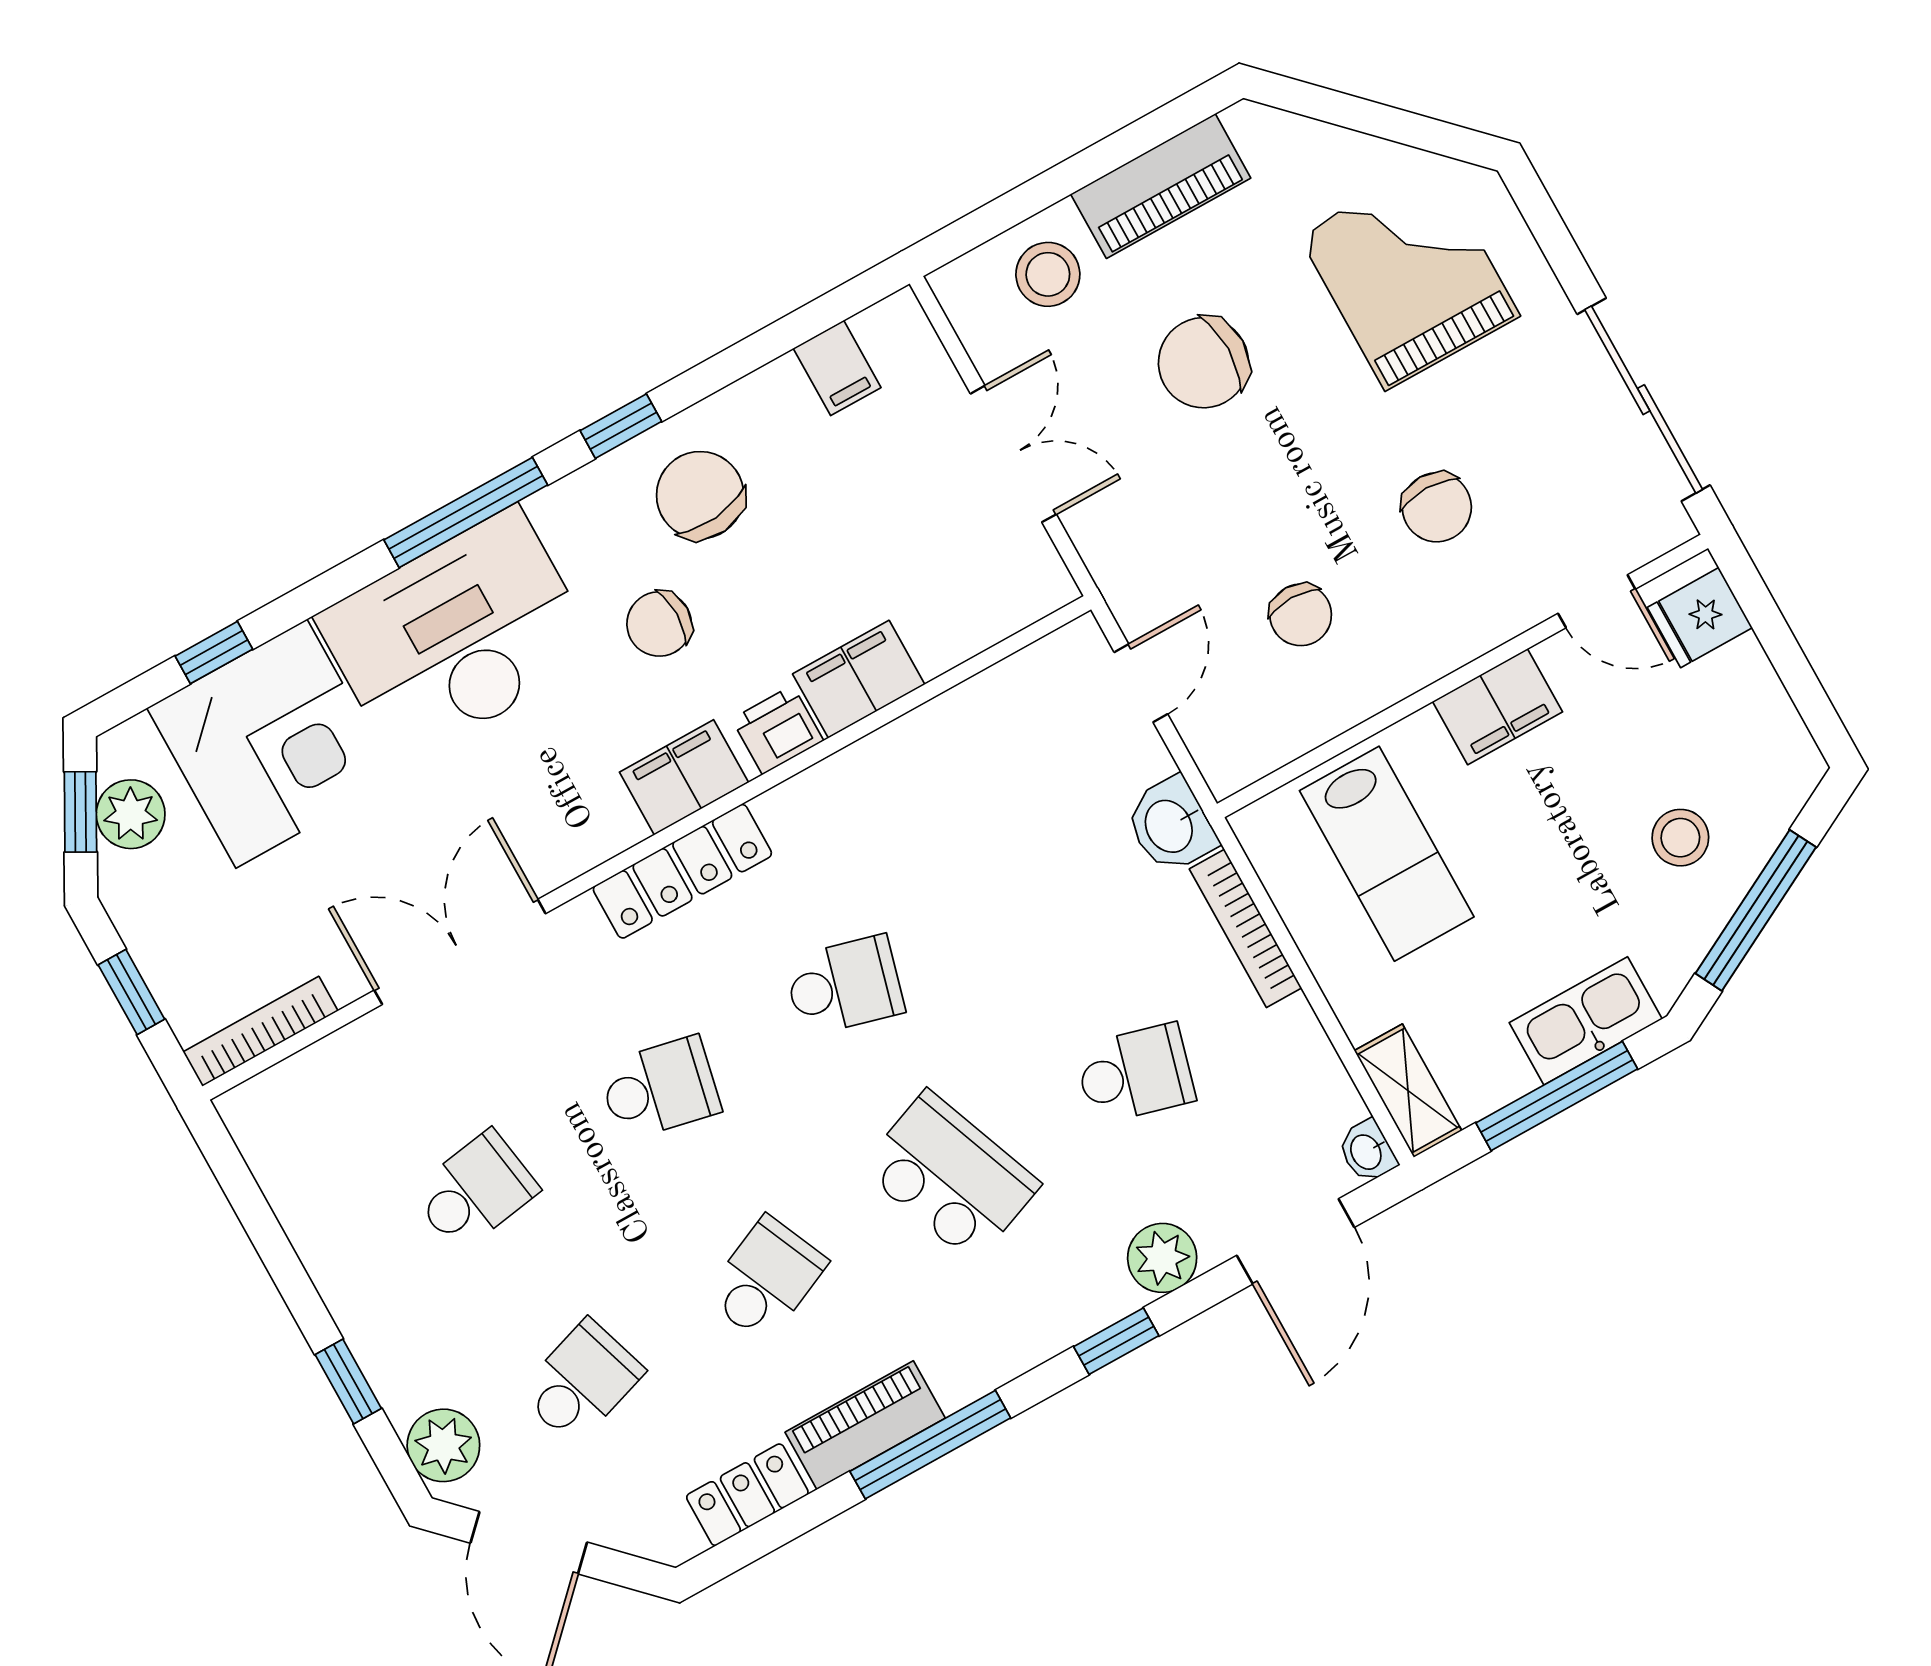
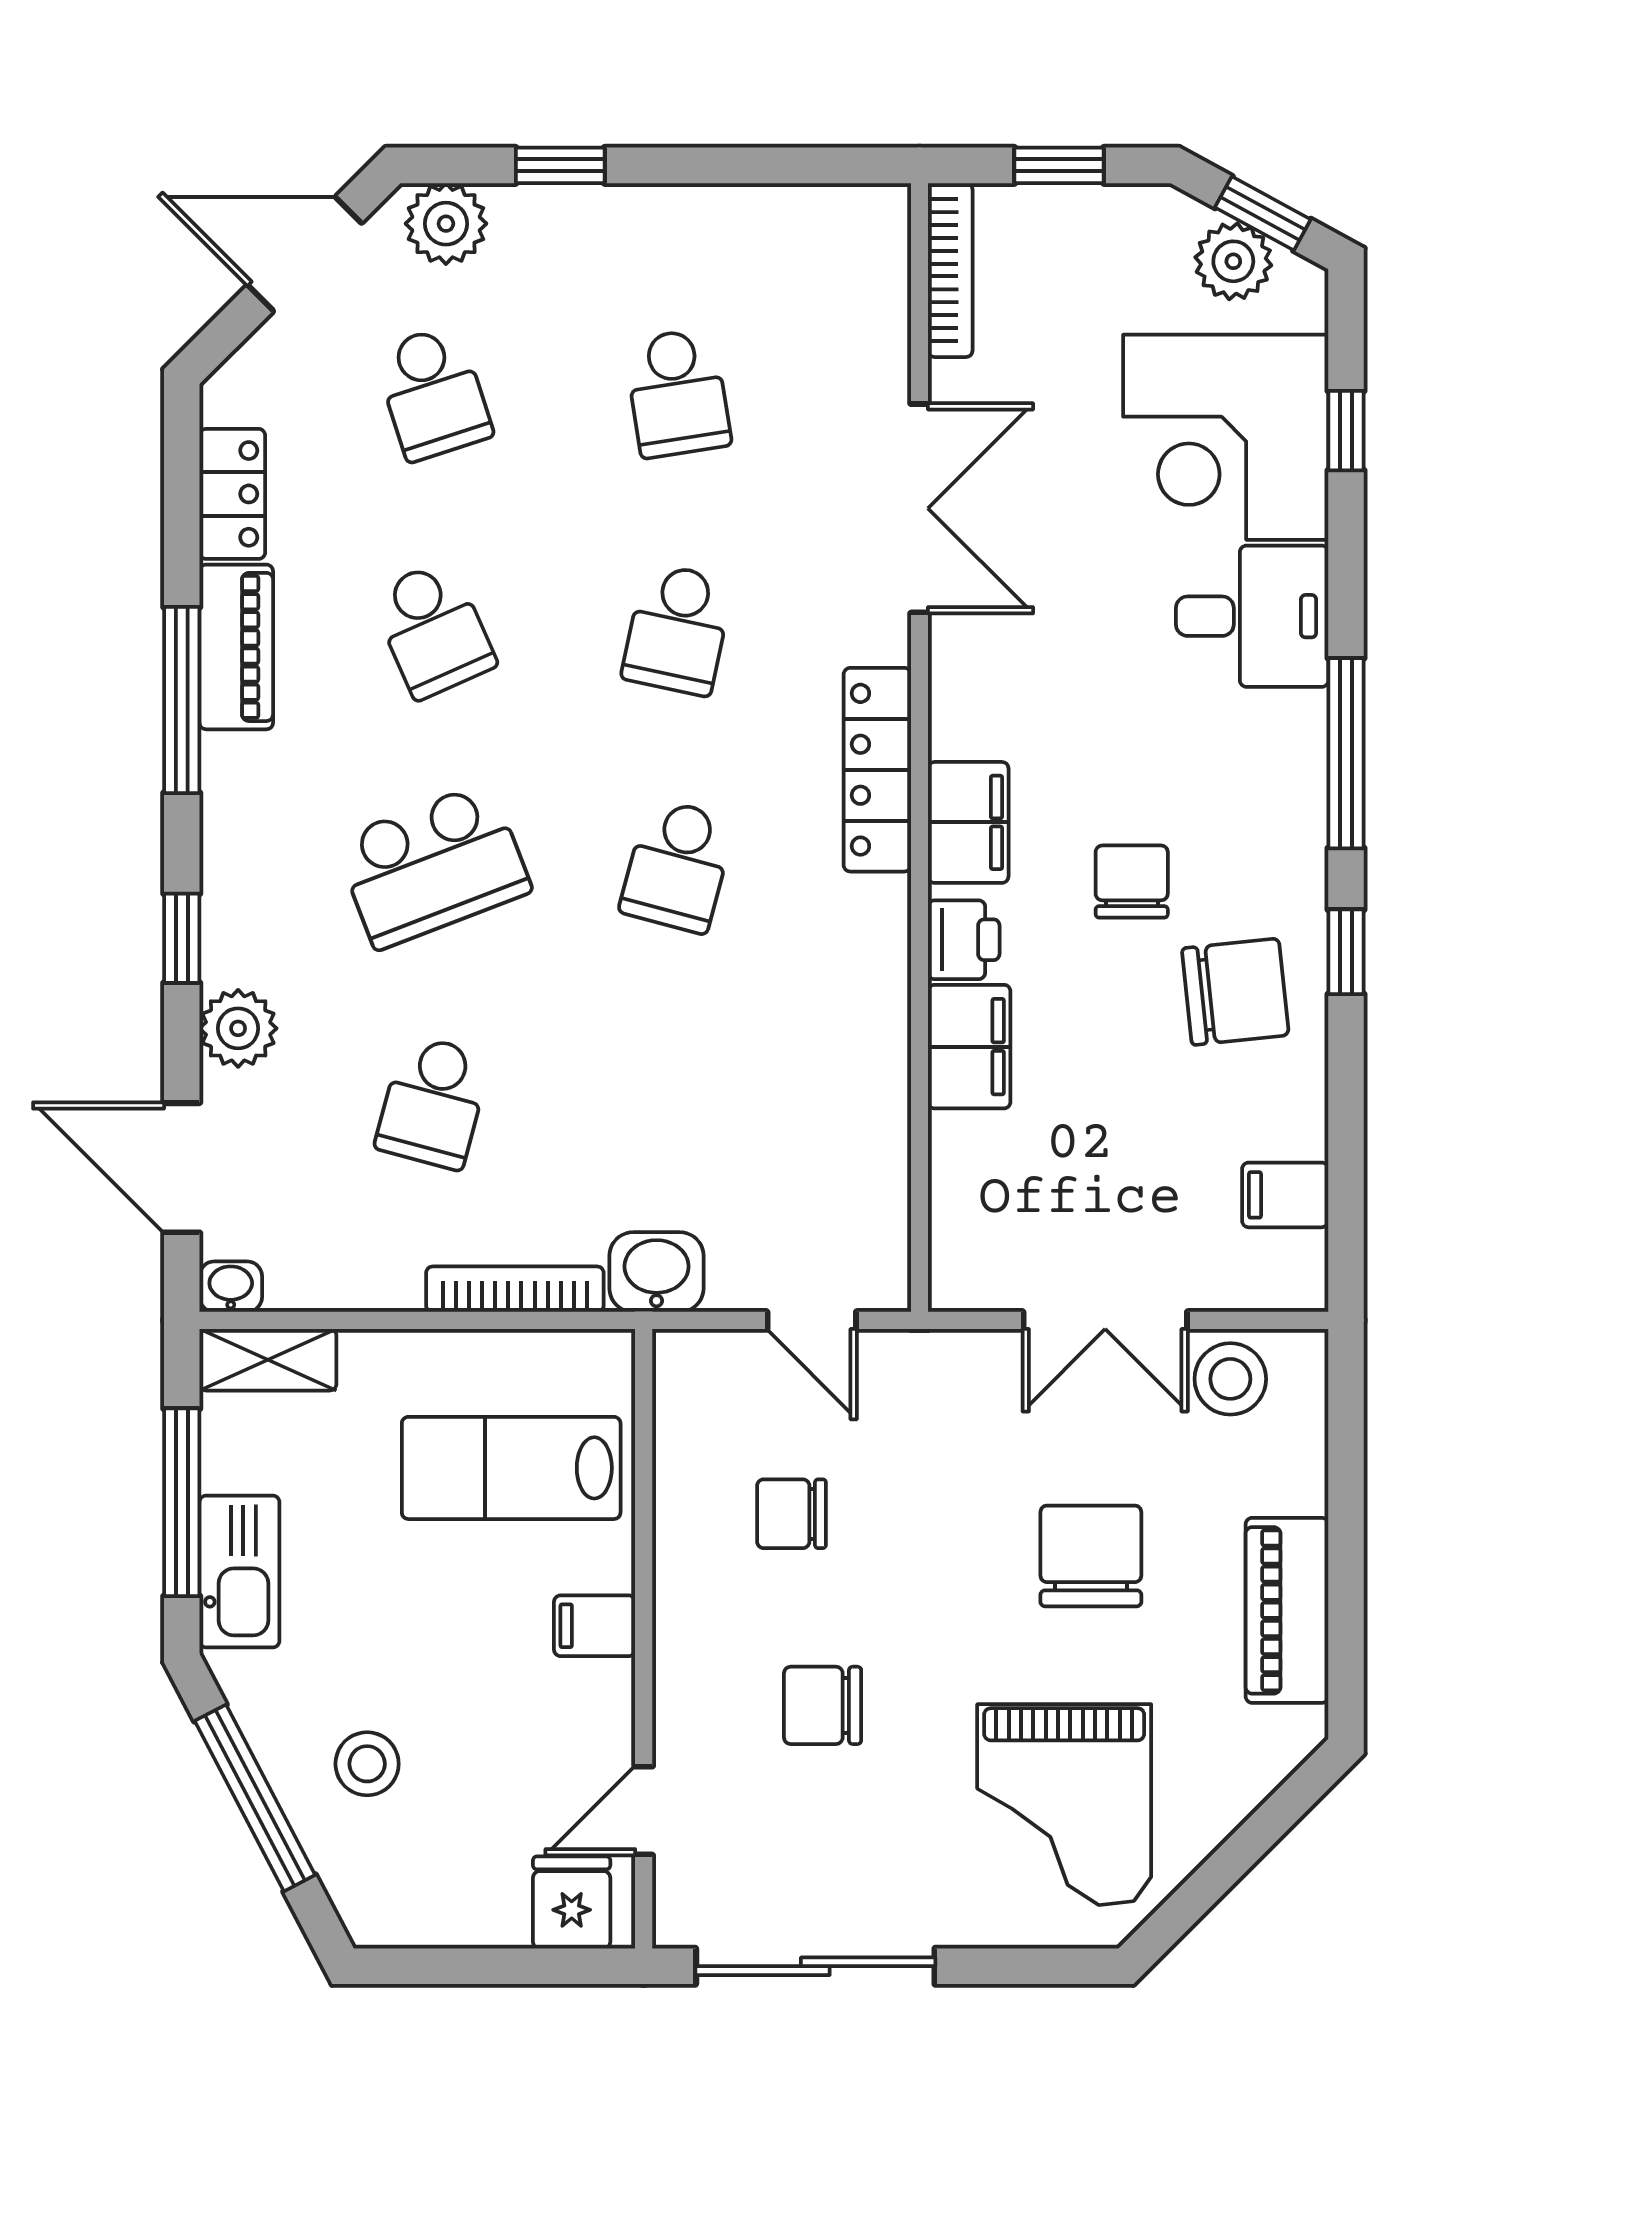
stool: (1048, 274) -> (1230, 1379), moved
grand piano: (1409, 276) -> (1064, 1805), turned 90
desk: (458, 636) -> (1252, 616), width x0.53, depth x0.77
filing cabinet: (1497, 707) -> (595, 1626), width x0.50

